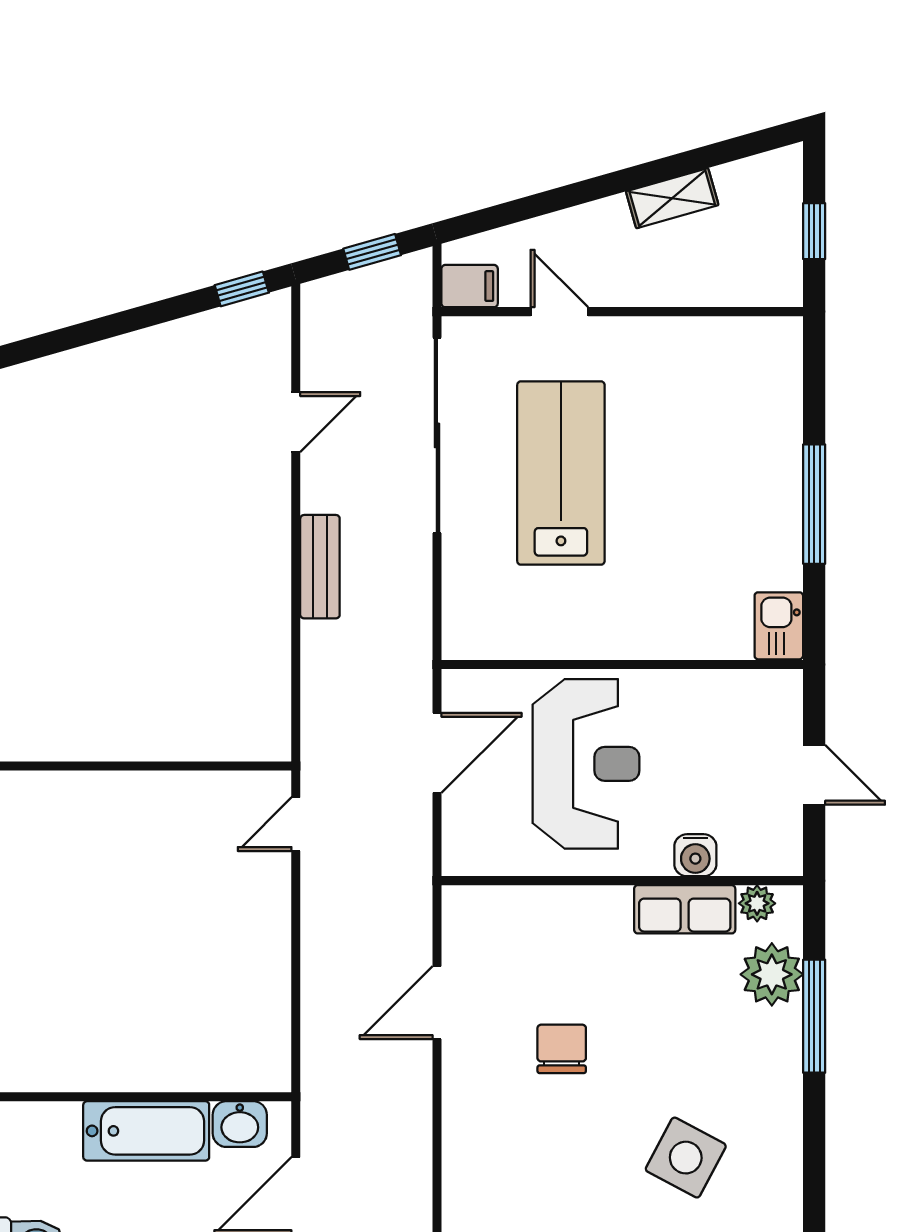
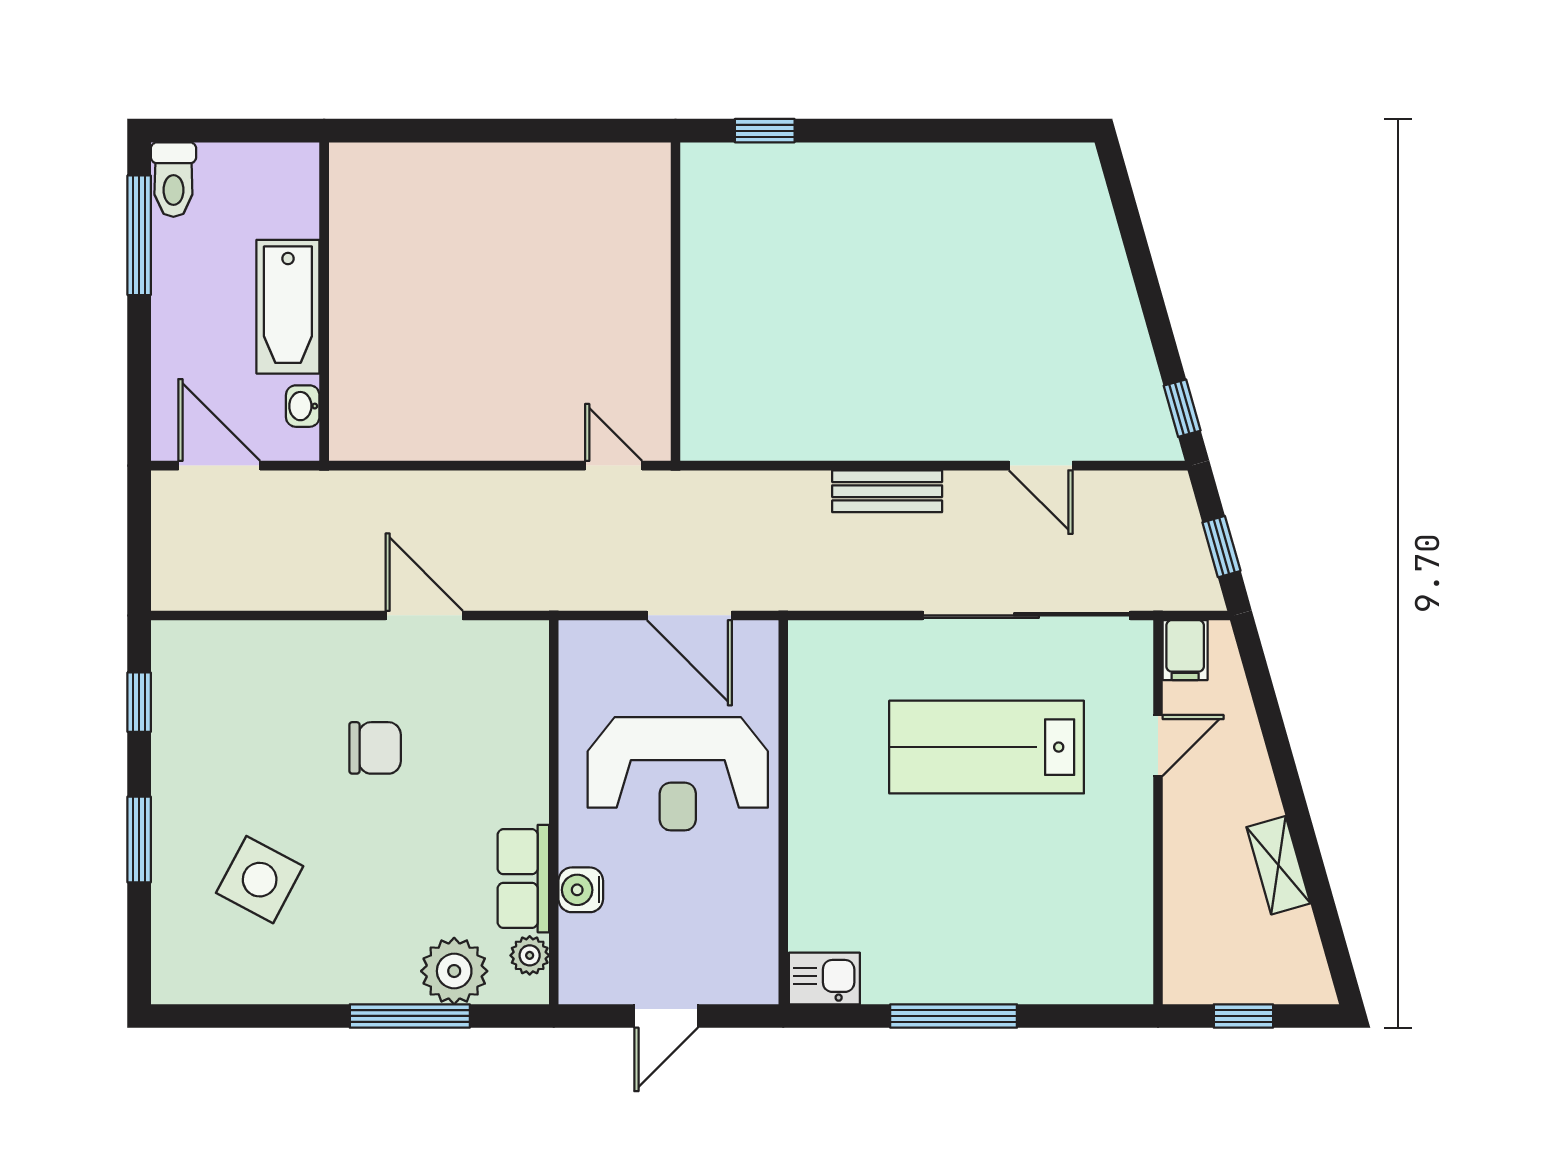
lab bench: (561, 473) -> (987, 747), turned 180
washbasin: (240, 1124) -> (303, 406), width x0.72, depth x0.69

